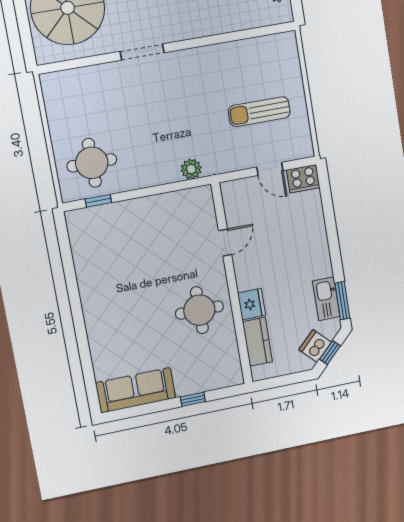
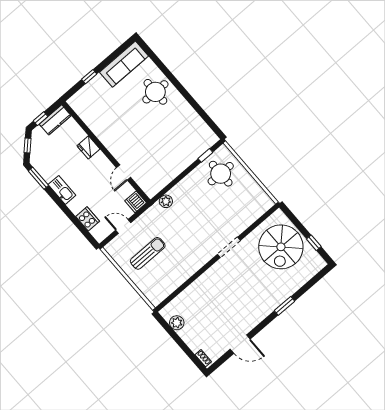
cooker: (303, 179) -> (88, 219), moved, turned 90
kitchen sink: (326, 299) -> (62, 190), moved
round table: (199, 310) -> (155, 92), moved
kitchen counter: (257, 342) -> (55, 120), moved, turned -90
dishwasher: (315, 346) -> (136, 202), moved, turned 135
window: (291, 379) -> (41, 119), added

